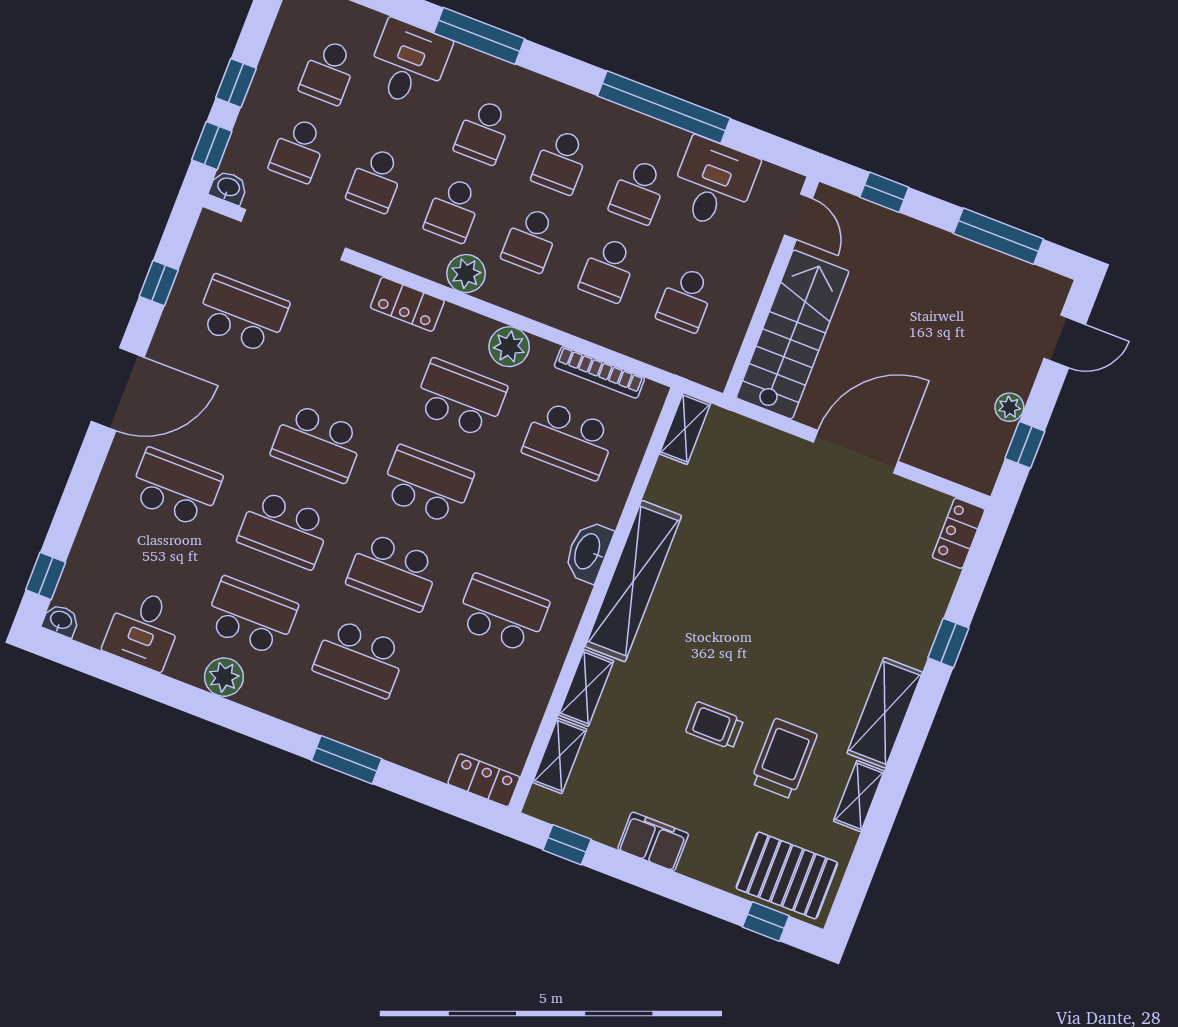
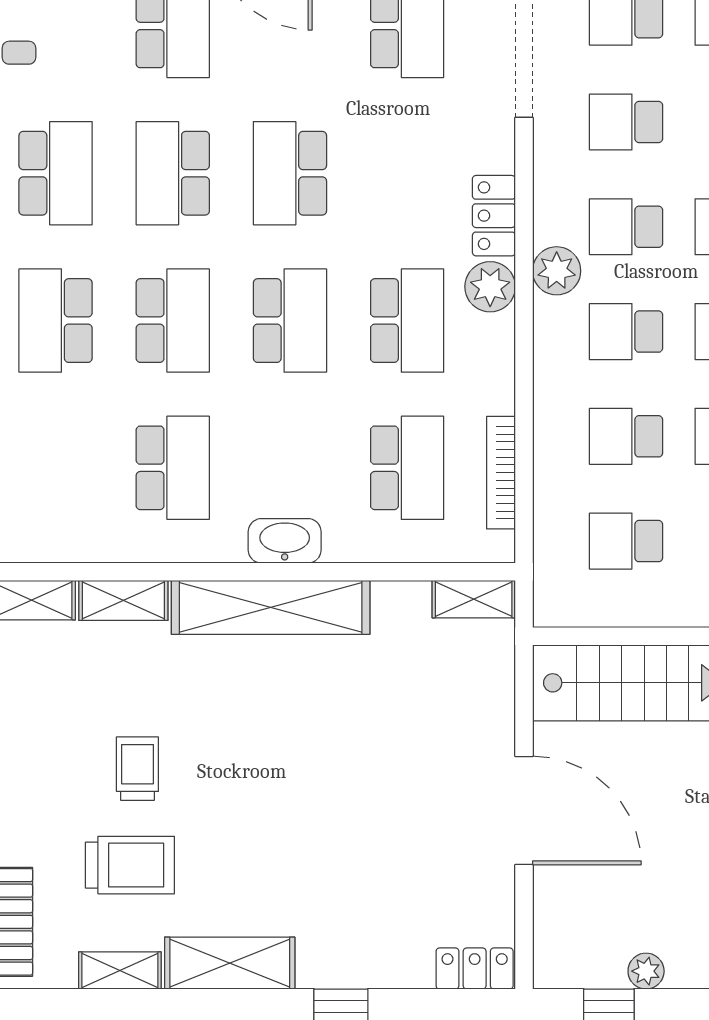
plant: (509, 347) -> (490, 287), moved
school desk: (569, 440) -> (407, 468), turned 180
school desk: (393, 572) -> (173, 321), turned 180

